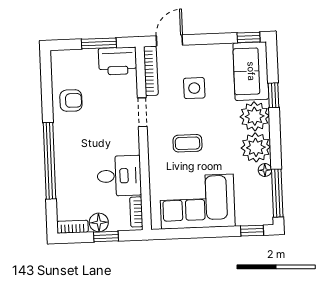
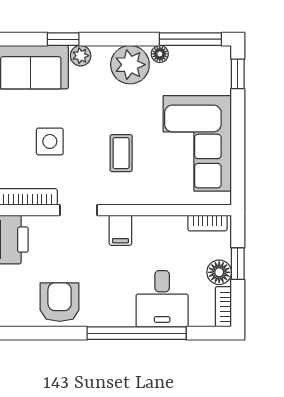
armchair: (71, 101) -> (60, 302), width x1.38, depth x1.38
plant: (255, 116) -> (81, 56), width x0.53, depth x0.53
filing cabinet: (128, 145) -> (120, 230), added
desk: (119, 176) -> (162, 299), moved, turned 180

